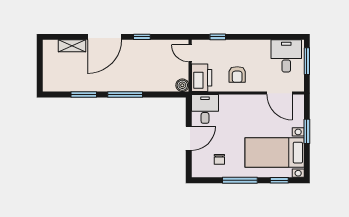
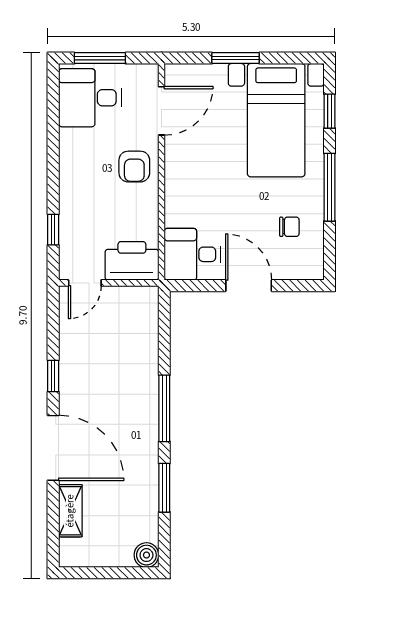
armchair: (237, 74) -> (134, 167), moved, turned 90
boiler: (182, 85) -> (146, 555), moved

